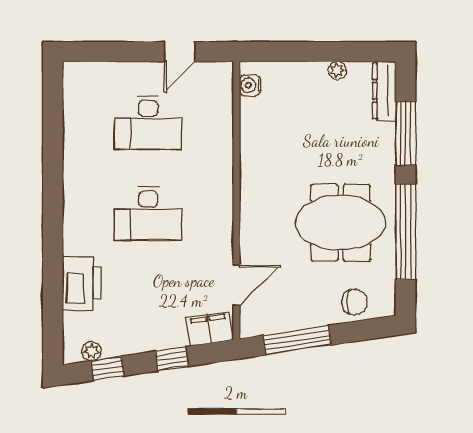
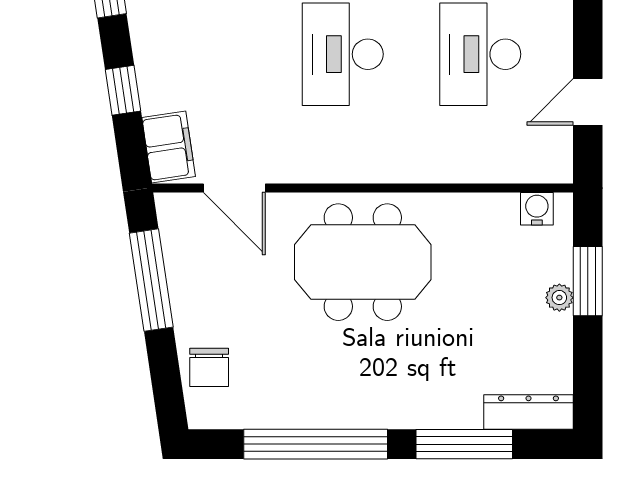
door: (179, 52) -> (588, 102), hinge flipped
window: (298, 52) -> (588, 281), added
plant: (337, 70) -> (559, 298), moved
meeting table: (341, 223) -> (363, 262), moved, turned 90

